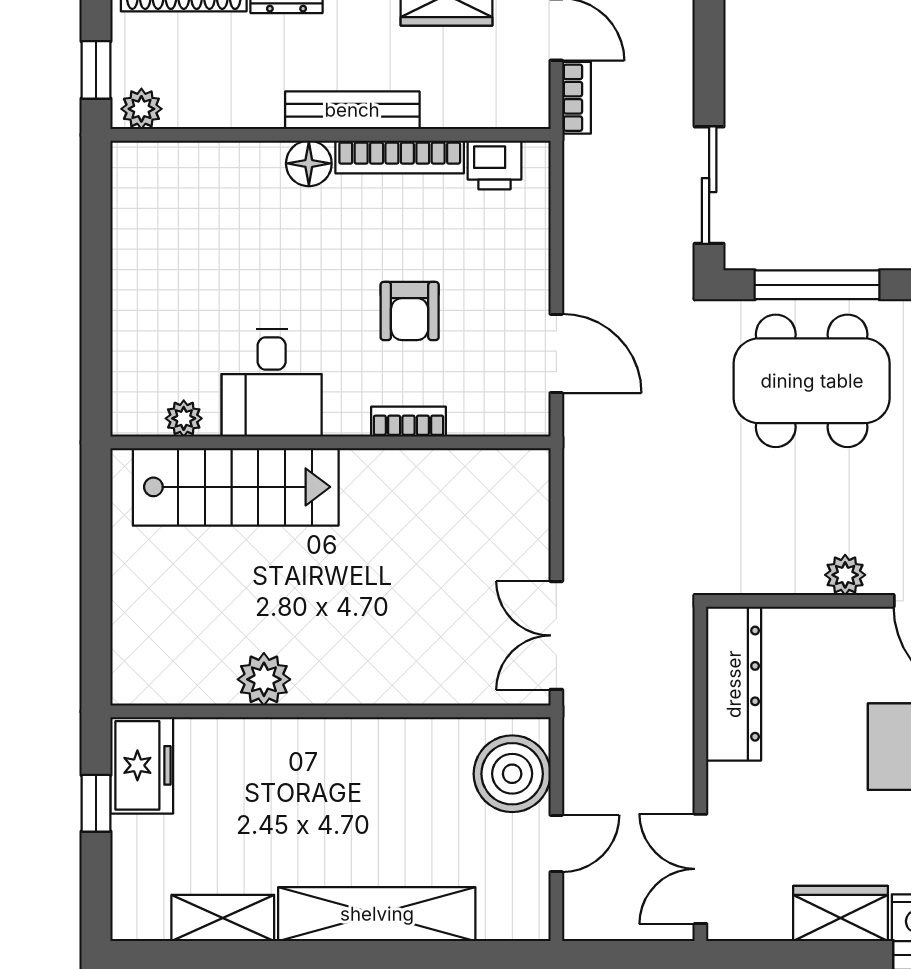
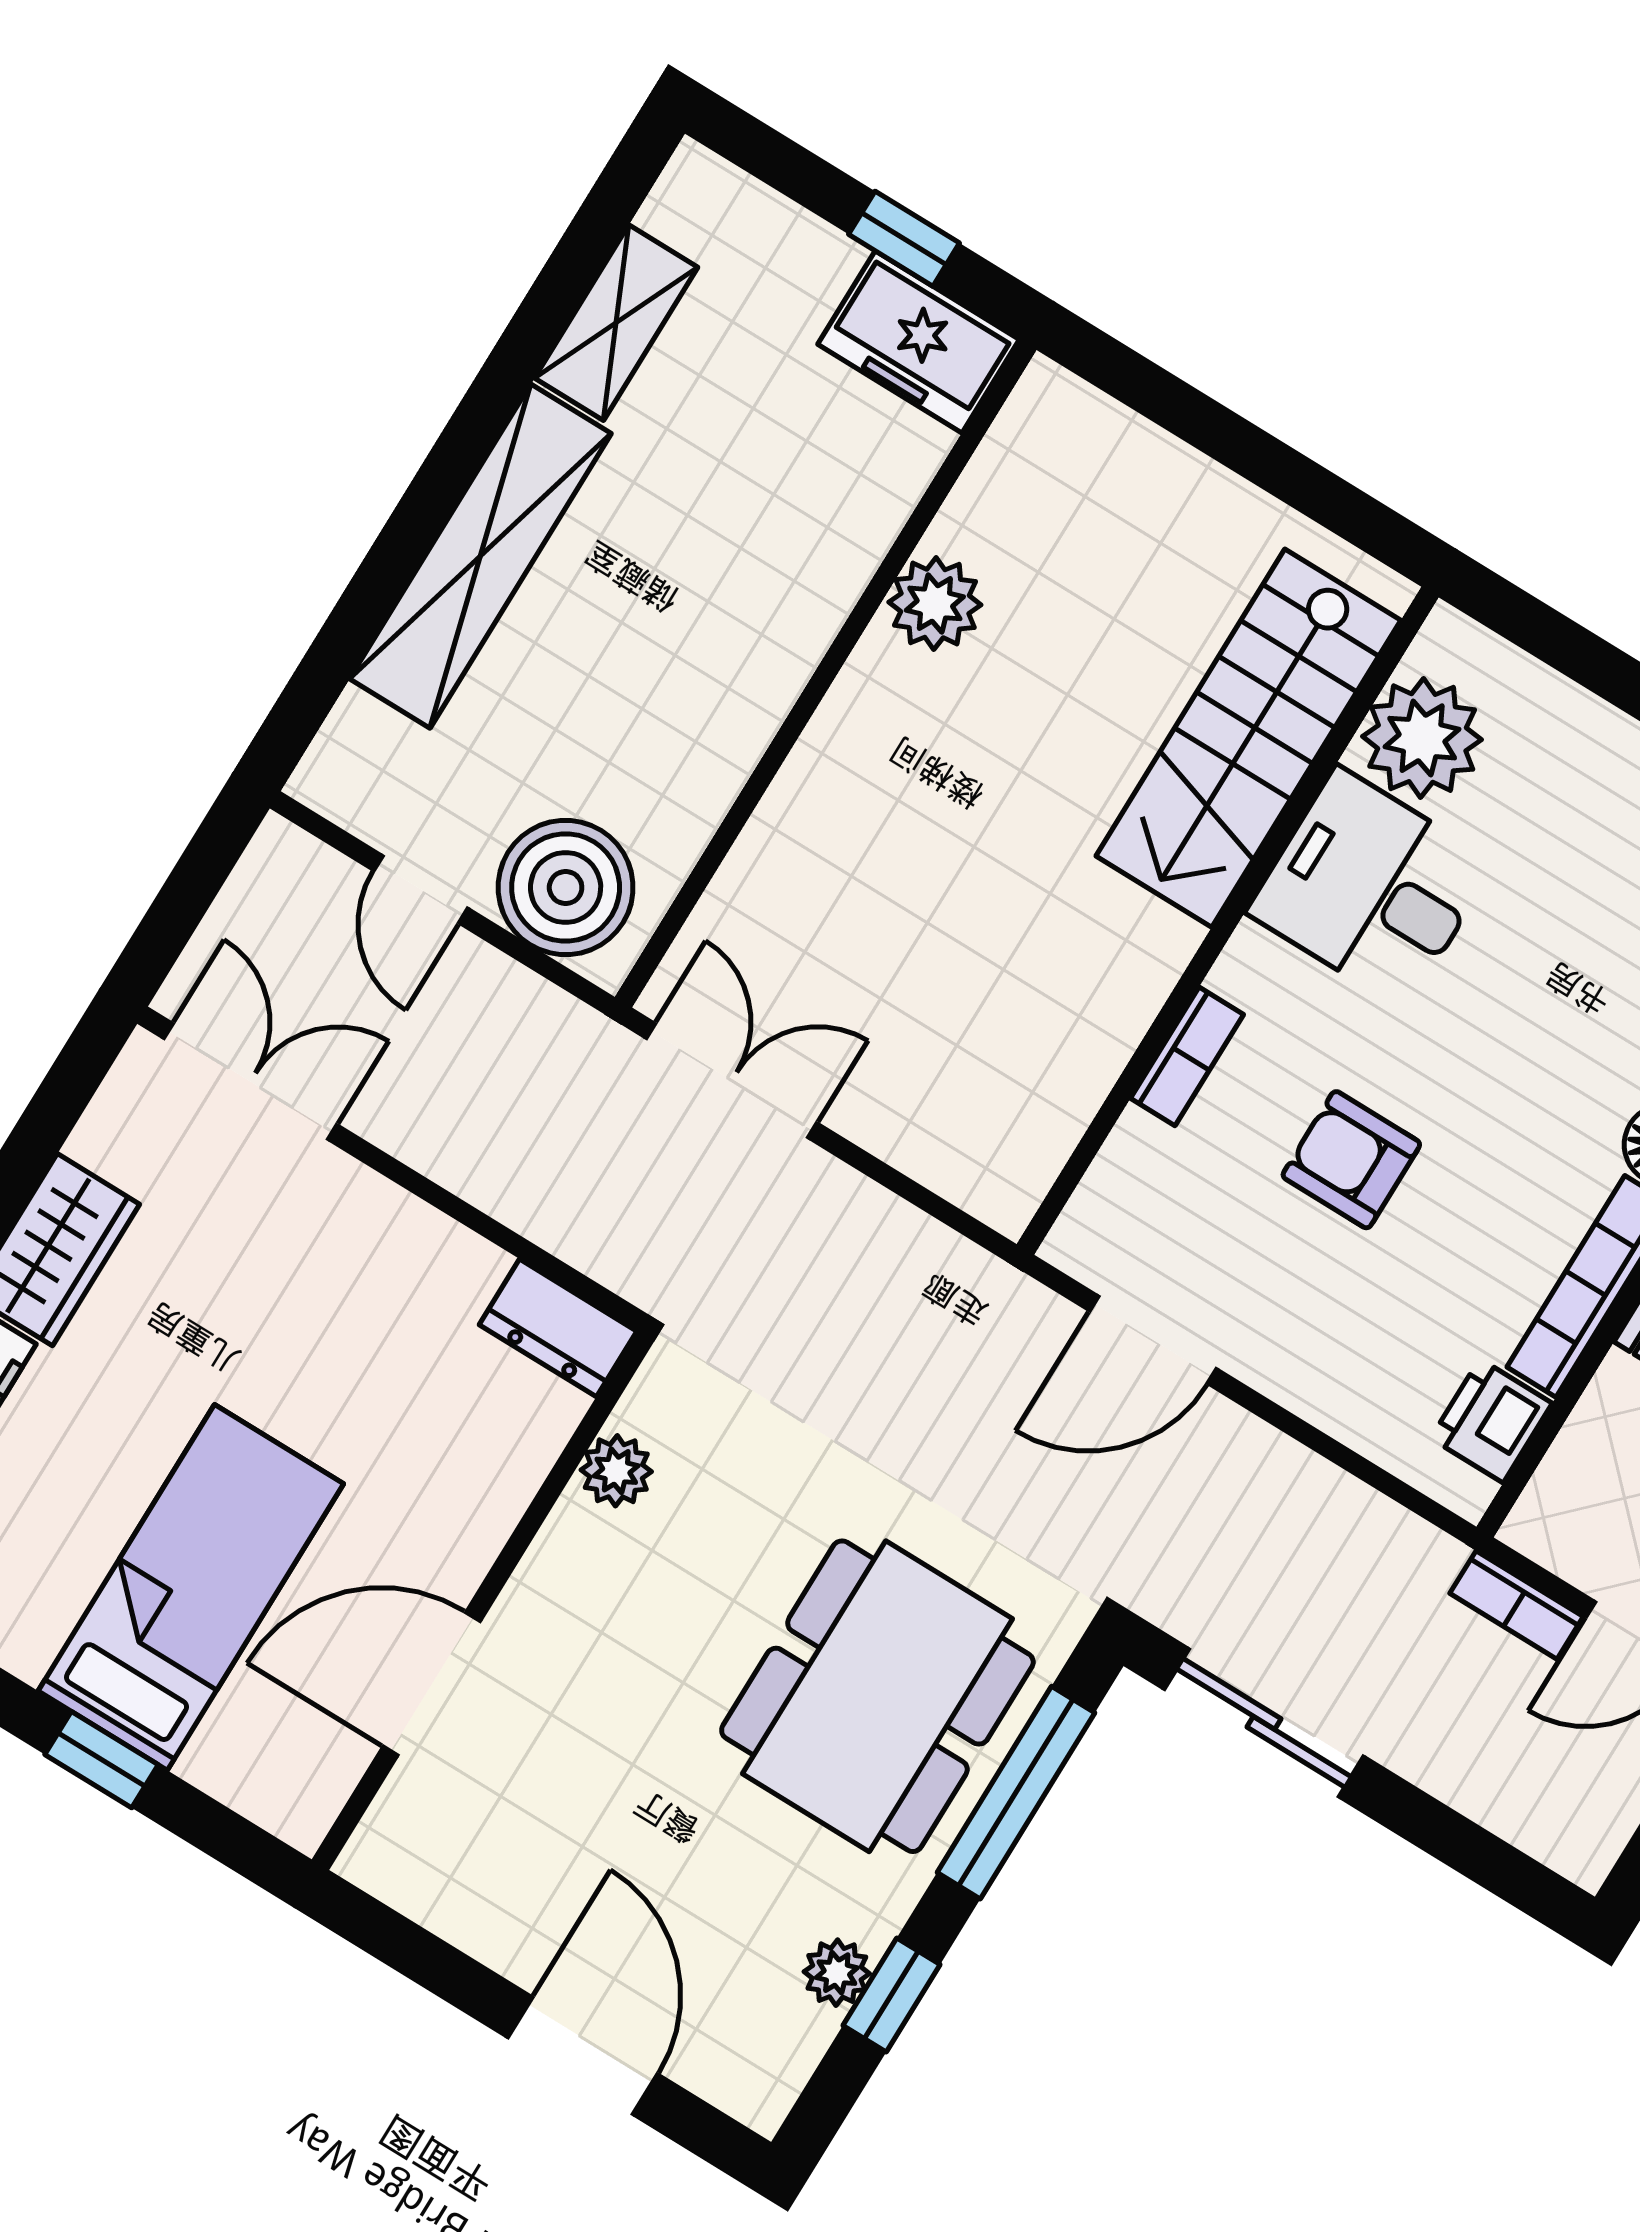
plant: (184, 418) -> (1422, 738), width x1.88, depth x1.88
plant: (845, 575) -> (616, 1471), moved
dresser: (734, 684) -> (558, 1328), width x0.51, depth x0.80

